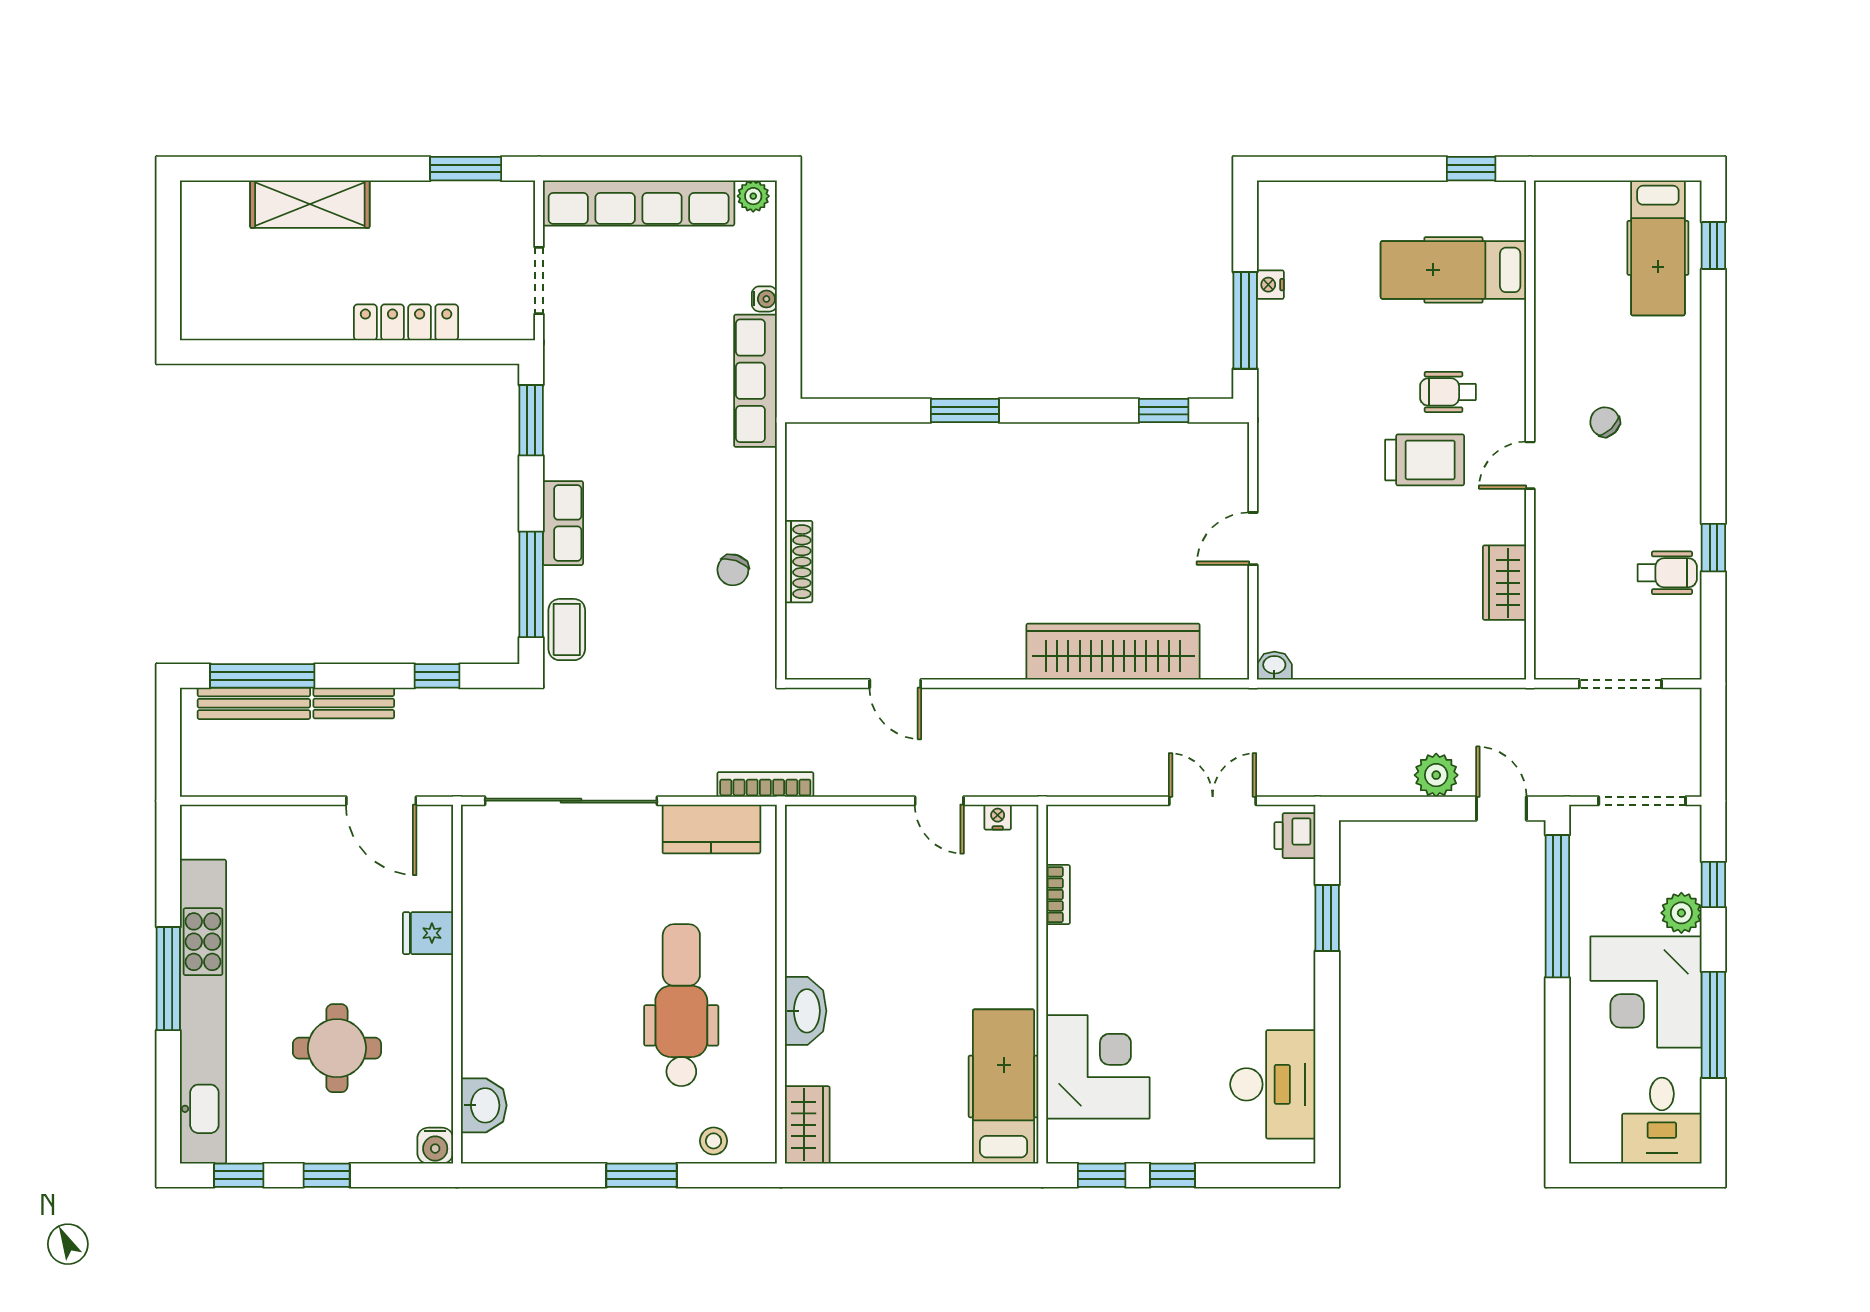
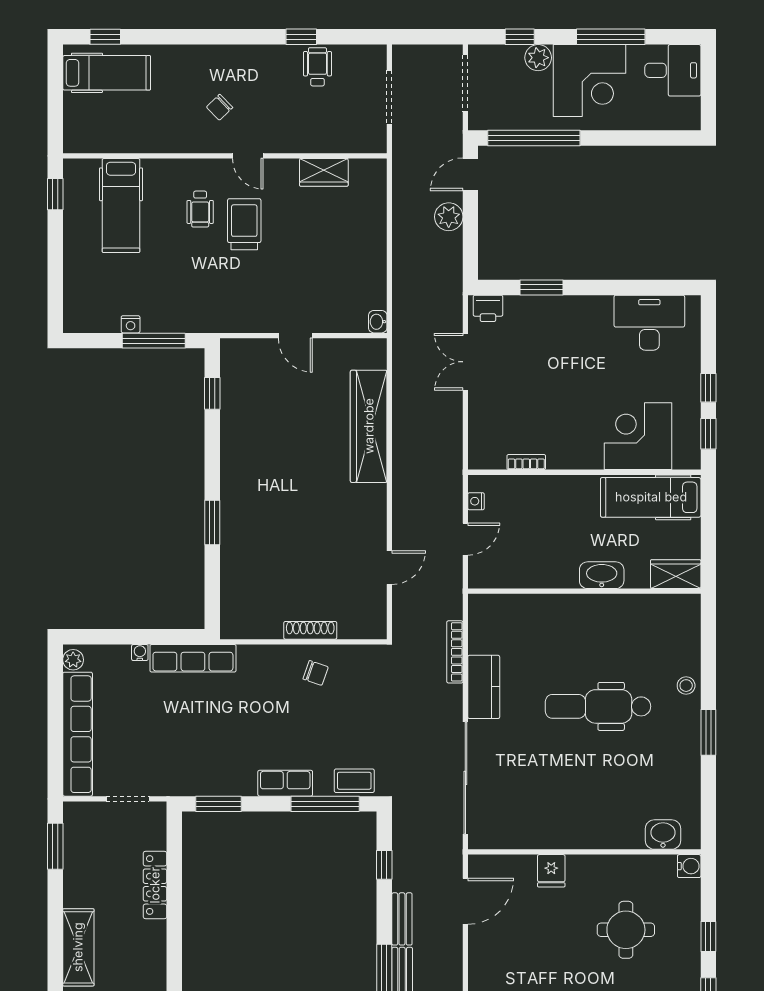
wall: (781, 984) -> (584, 591), moved
washbasin: (806, 1011) -> (602, 575), moved
wardrobe: (807, 1125) -> (676, 574), moved

